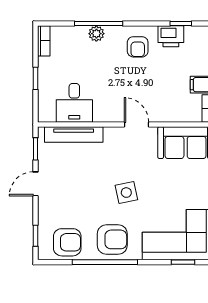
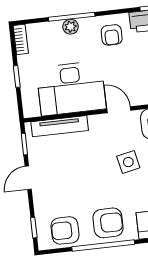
desk: (74, 103) -> (71, 88), width x1.87, depth x1.30
side table: (126, 193) -> (128, 162), moved
armchair: (67, 242) -> (65, 230), turned 180

